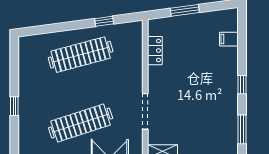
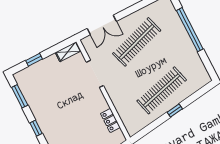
window: (104, 21) -> (175, 110), moved
window: (14, 106) -> (190, 30), width x3.17

